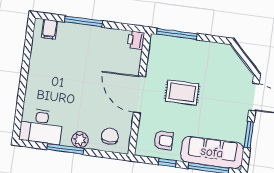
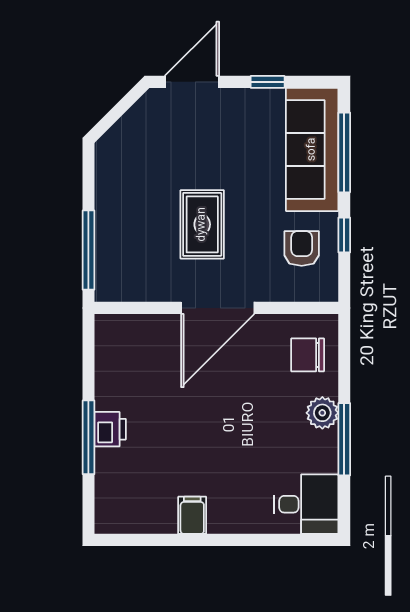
filing cabinet: (50, 29) -> (192, 515), moved, turned -90
printer: (136, 40) -> (110, 429), moved, turned -90
desk: (41, 126) -> (306, 504), width x0.73
window: (249, 135) -> (268, 82), width x0.67

